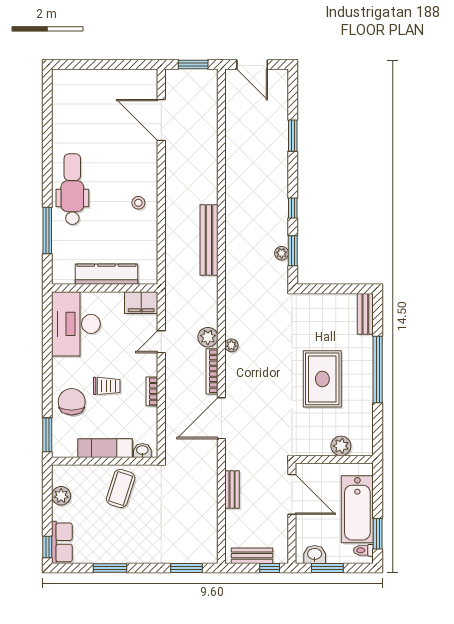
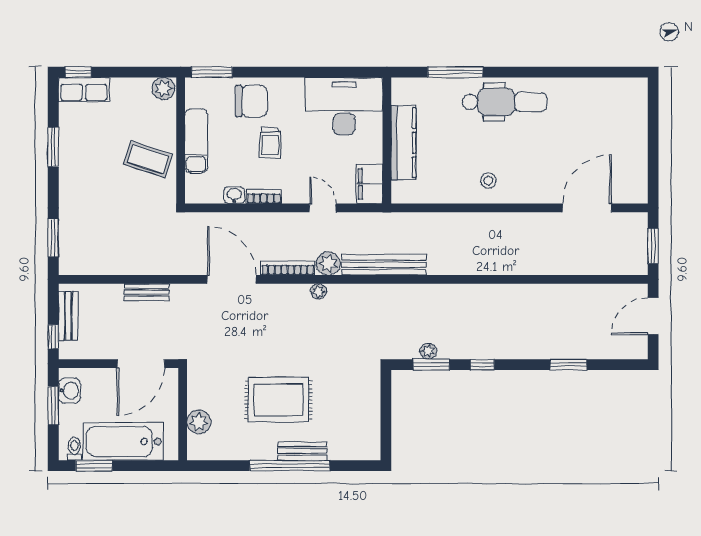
bench: (209, 240) -> (384, 265), moved
bench: (365, 314) -> (302, 451), moved
washbasin: (142, 450) -> (234, 195), moved, turned -90
plant: (61, 496) -> (163, 89), moved

